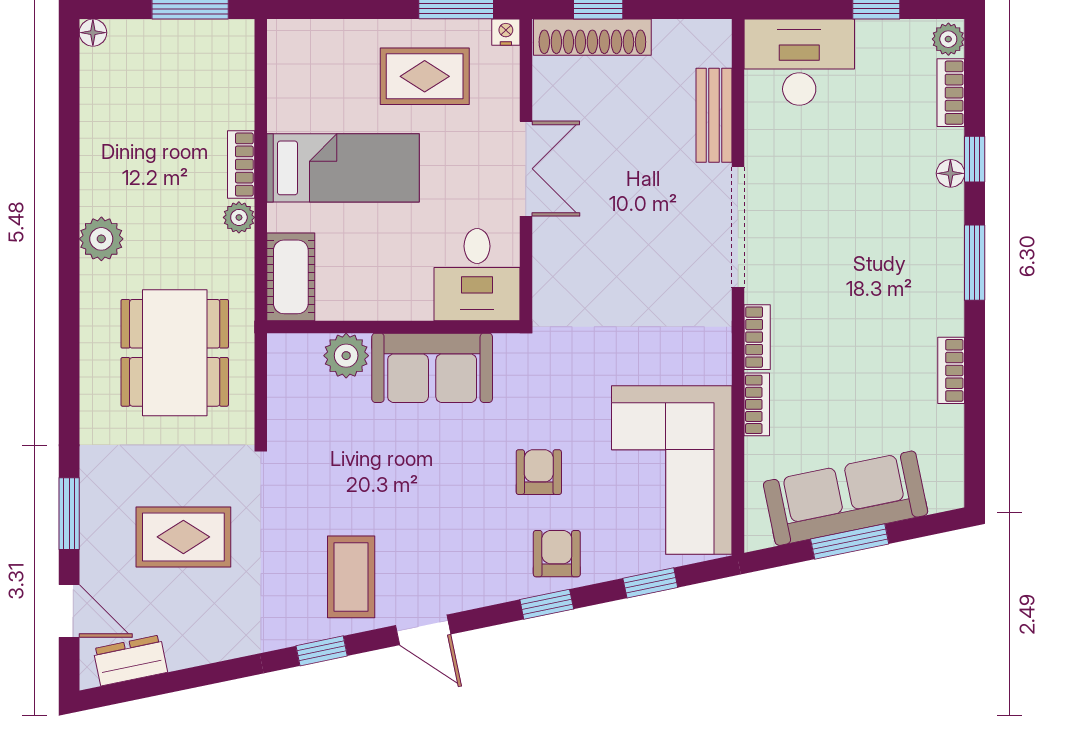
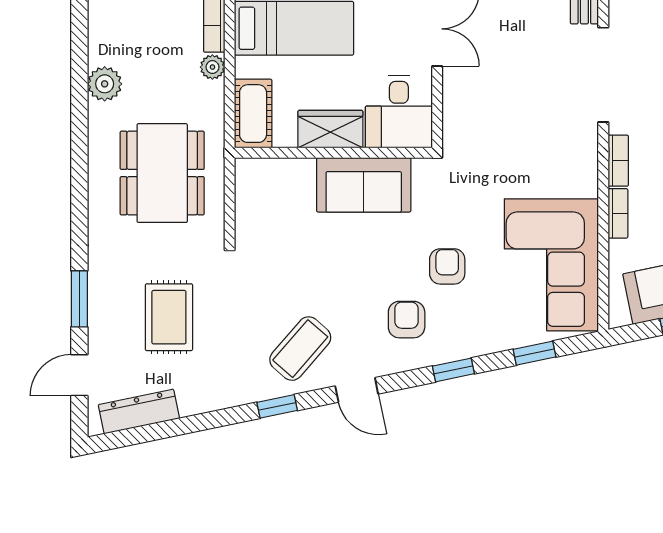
wardrobe: (390, 297) -> (330, 129), added
plant: (346, 356) -> (296, 175), removed
rug: (183, 537) -> (169, 317), turned 90
armchair: (557, 554) -> (407, 320), moved
coffee table: (351, 577) -> (300, 349), turned 41
door: (69, 611) -> (79, 375), swing flipped
dresser: (130, 660) -> (139, 412), width x1.44

